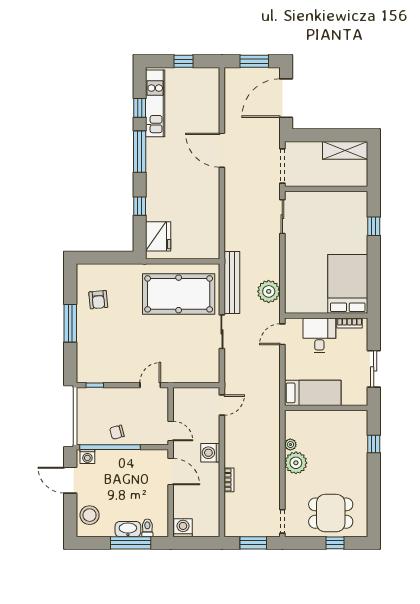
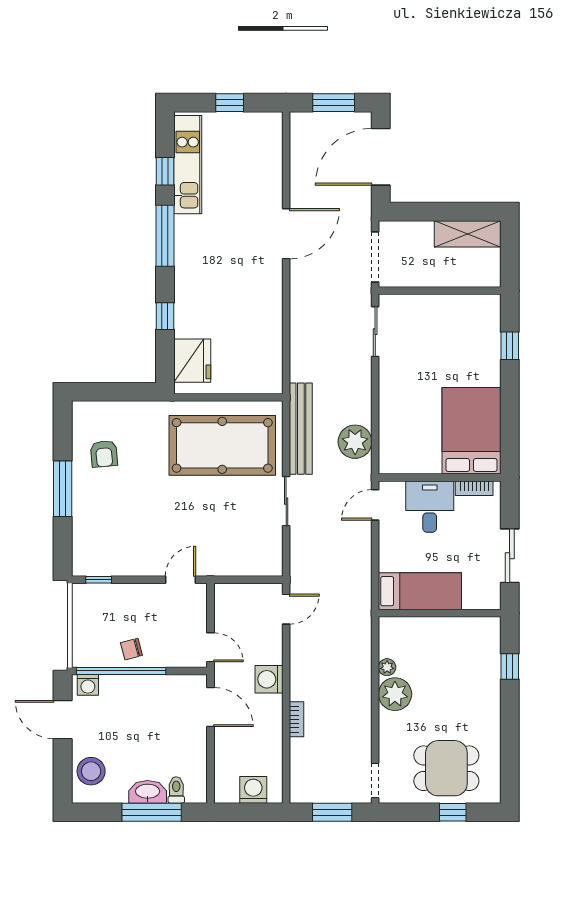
door: (222, 150) -> (286, 234), swing flipped
washing machine: (183, 528) -> (253, 790), moved

